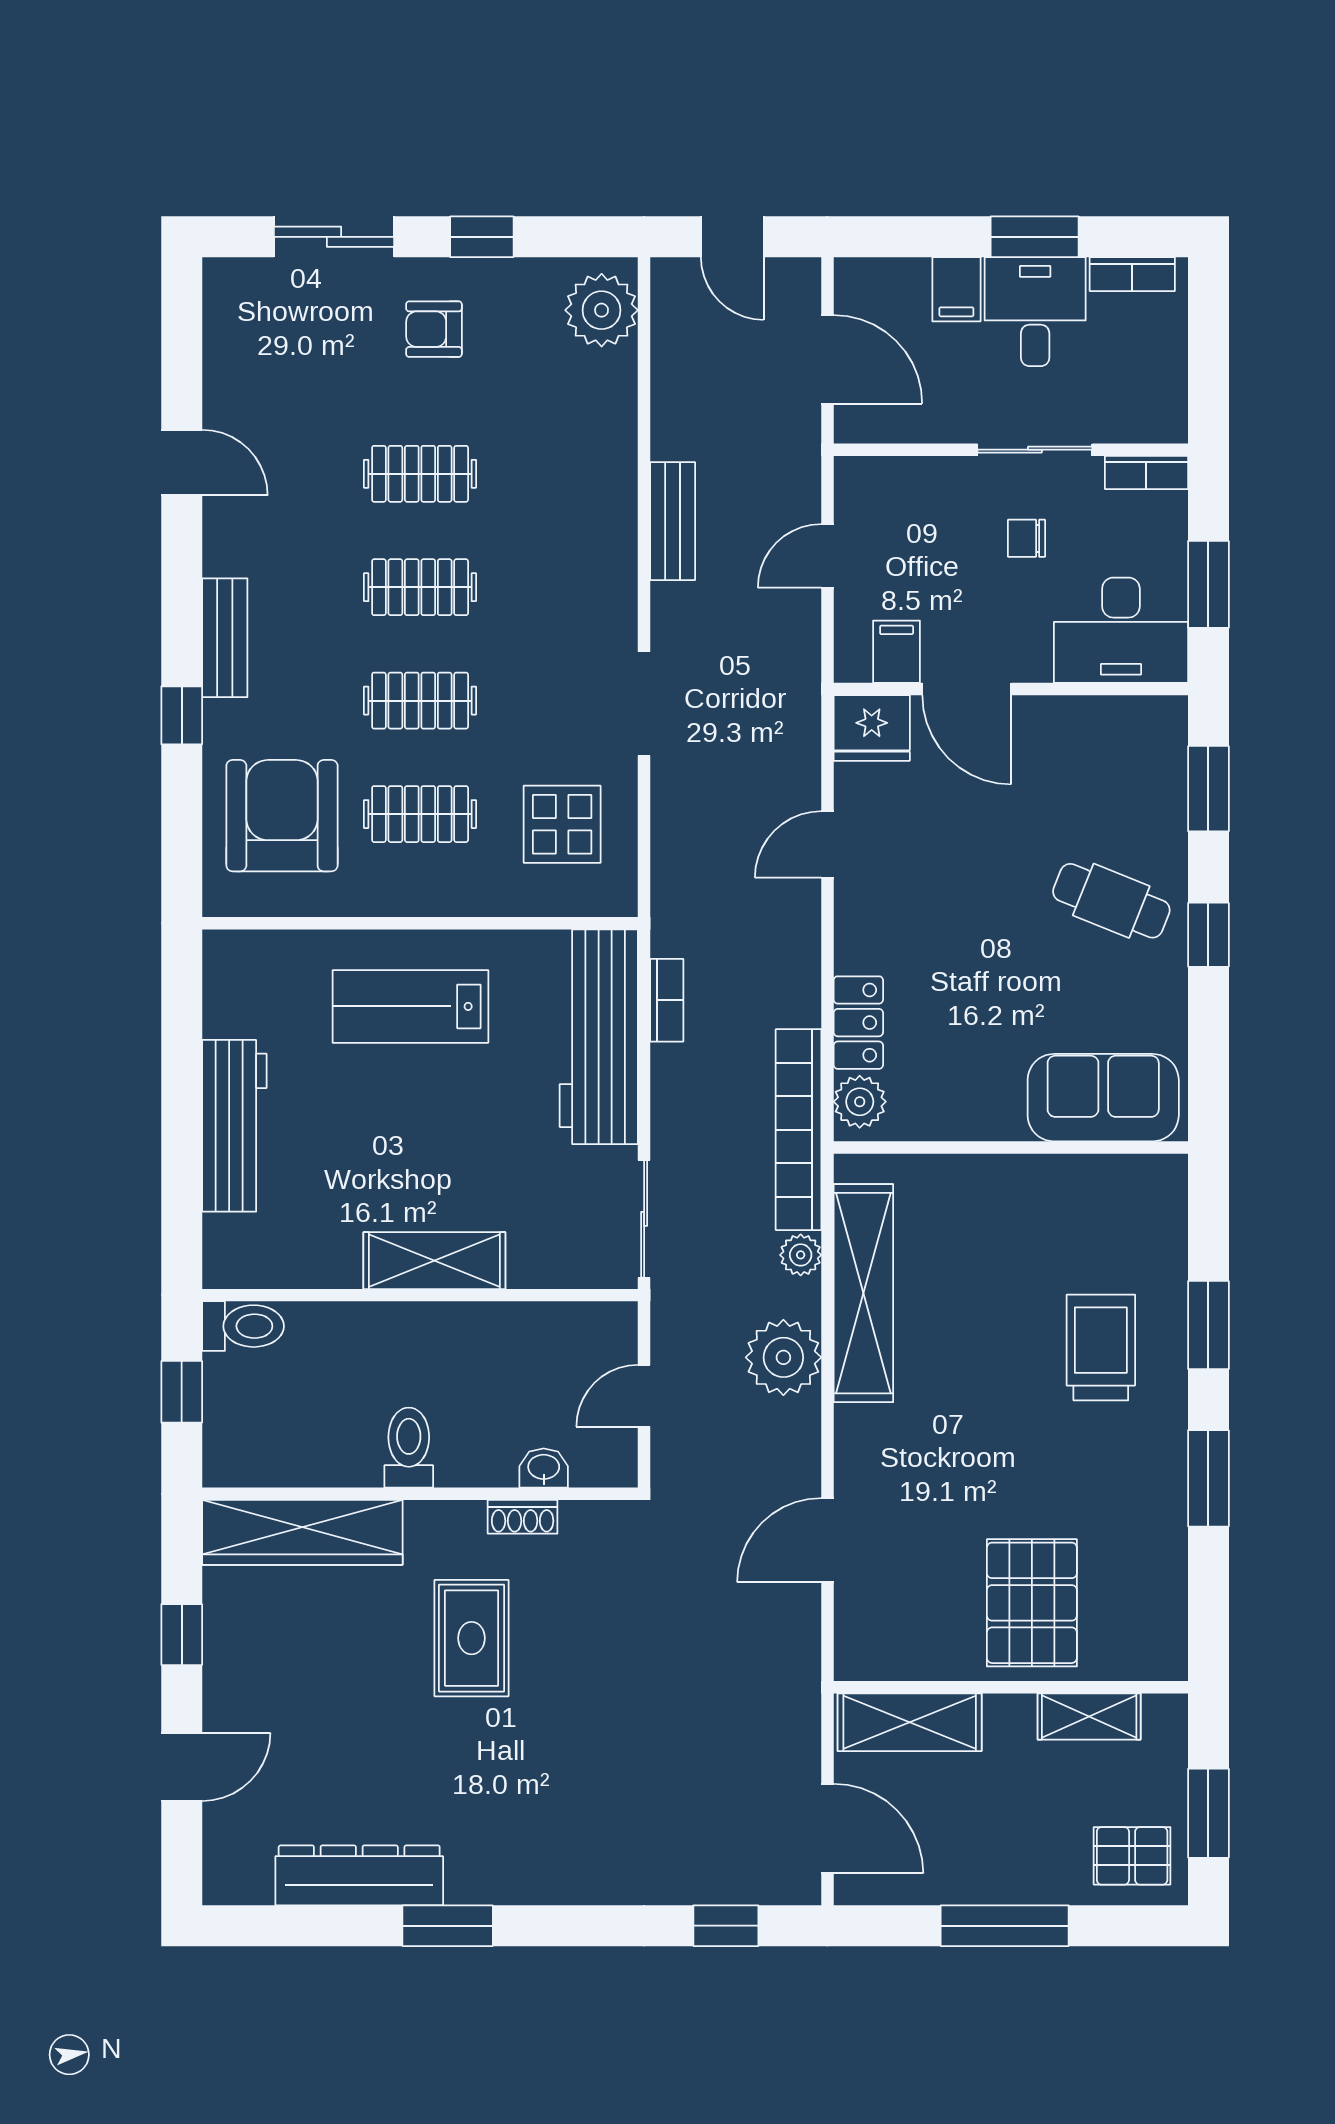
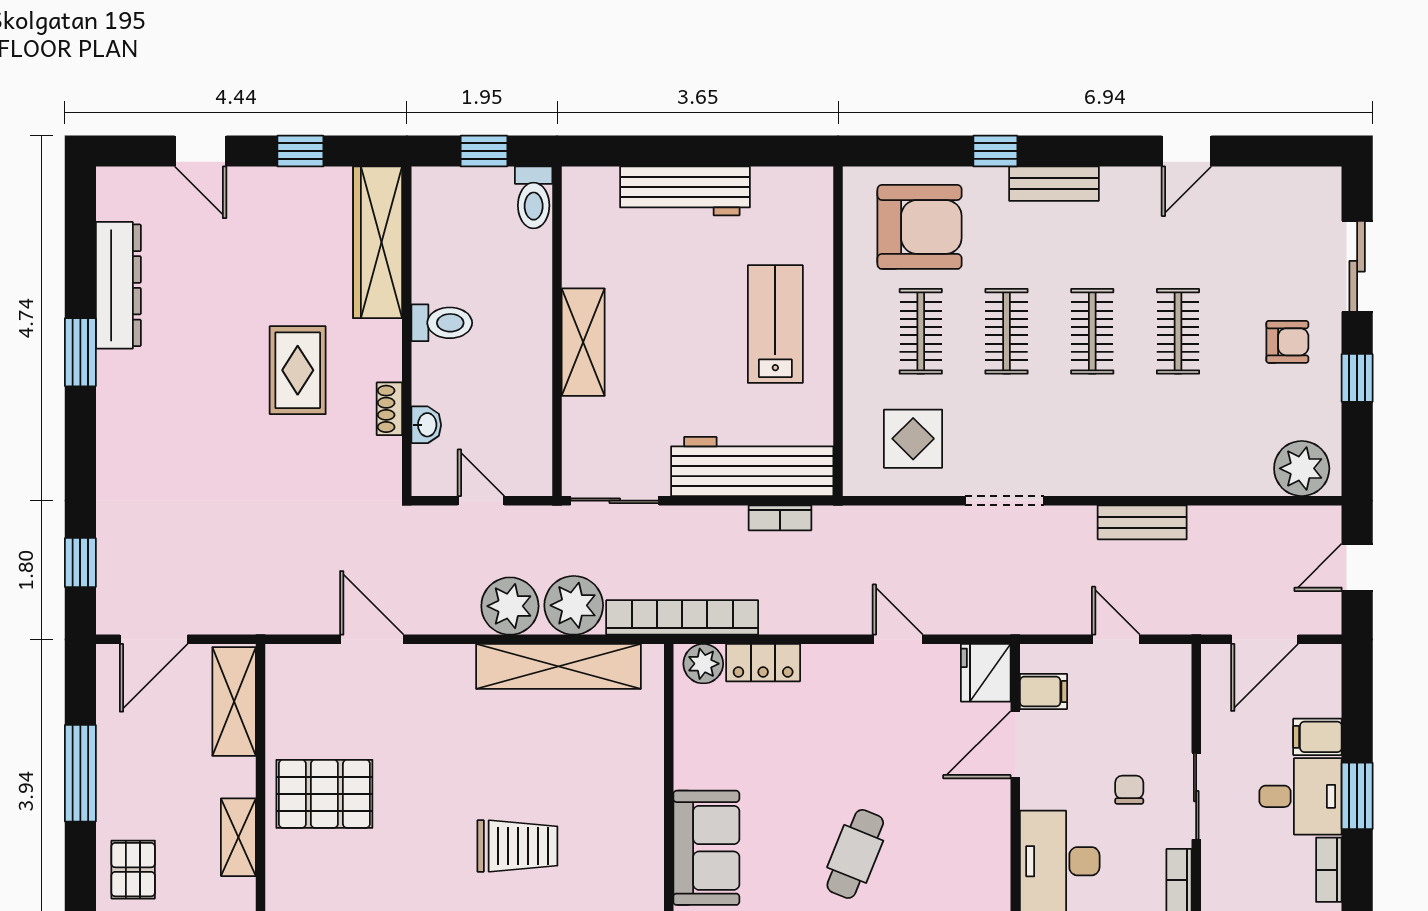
armchair: (434, 329) -> (1287, 342), turned 90
plant: (801, 1255) -> (574, 605), width x1.88, depth x1.88
rug: (472, 1638) -> (298, 370), turned 90

